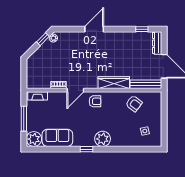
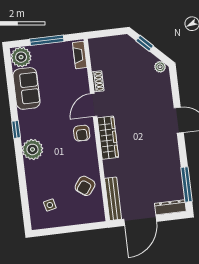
window: (142, 29) -> (186, 184), width x2.17
window: (43, 39) -> (145, 43), moved
wardrobe: (114, 83) -> (108, 138), moved
door: (75, 90) -> (94, 105), hinge flipped

